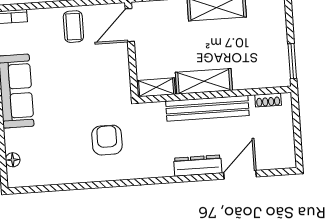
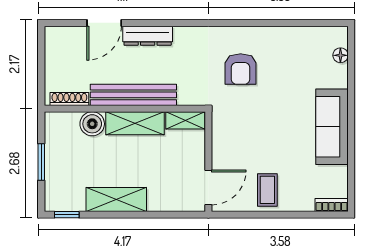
window: (292, 61) -> (41, 162), moved
boiler: (245, 78) -> (92, 124), added
shoe rack: (268, 100) -> (69, 99), width x1.43

